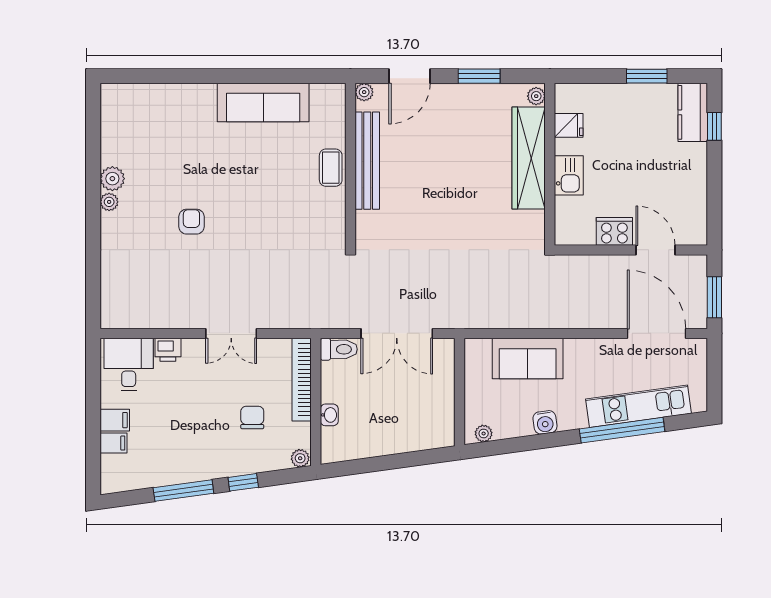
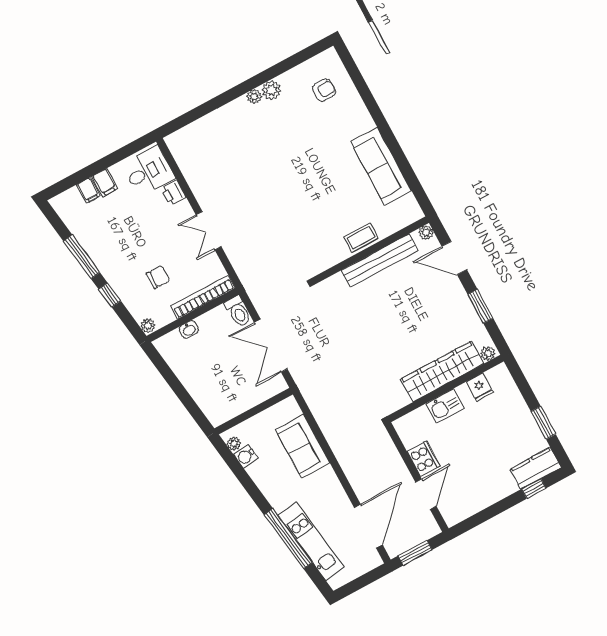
armchair: (191, 222) -> (324, 90), moved
water cooler: (545, 422) -> (246, 456), moved

